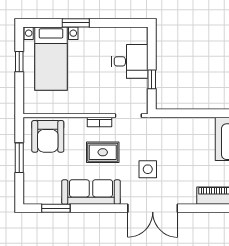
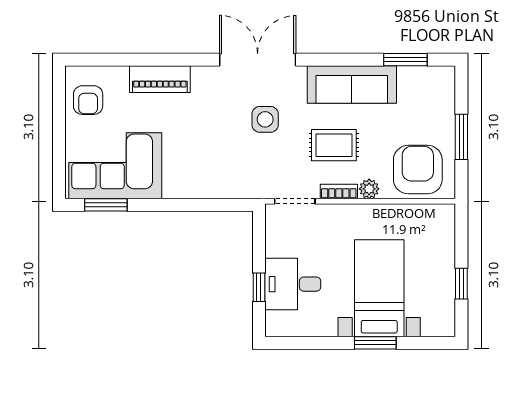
bed with nightstands: (51, 59) -> (379, 288), moved
window: (152, 79) -> (259, 287), moved
plant: (80, 124) -> (369, 189), added

